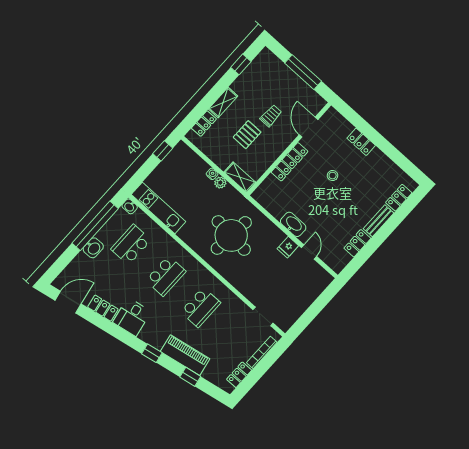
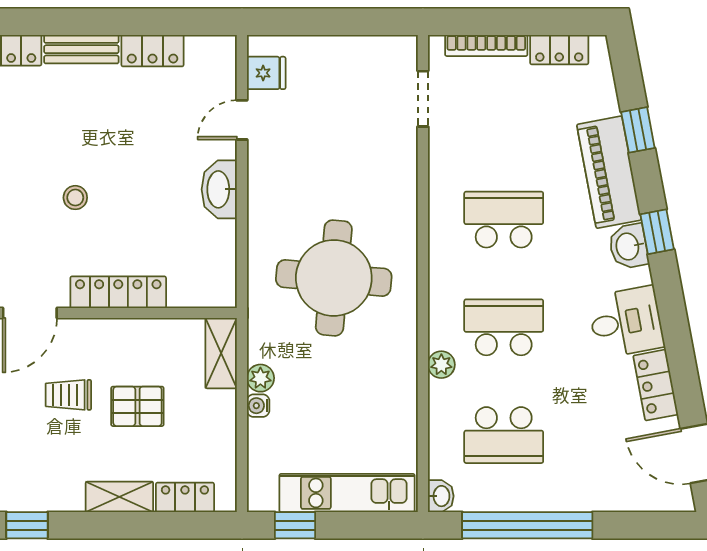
kitchen unit: (159, 208) -> (347, 493), moved, turned 90
plant: (172, 245) -> (441, 365), added
fridge: (288, 247) -> (266, 73), moved
washbasin: (93, 248) -> (628, 246), moved, turned -101

